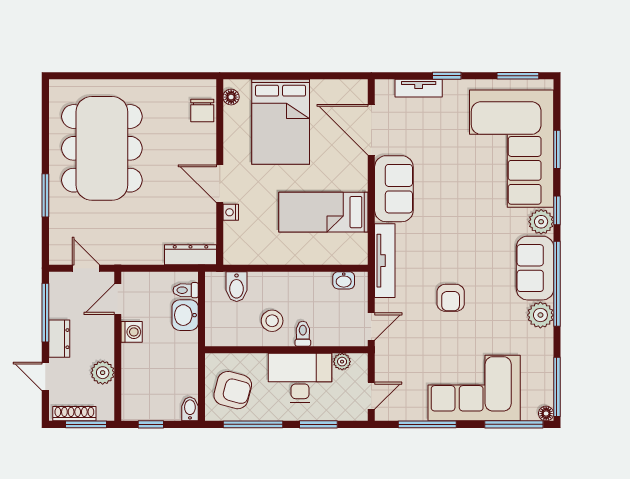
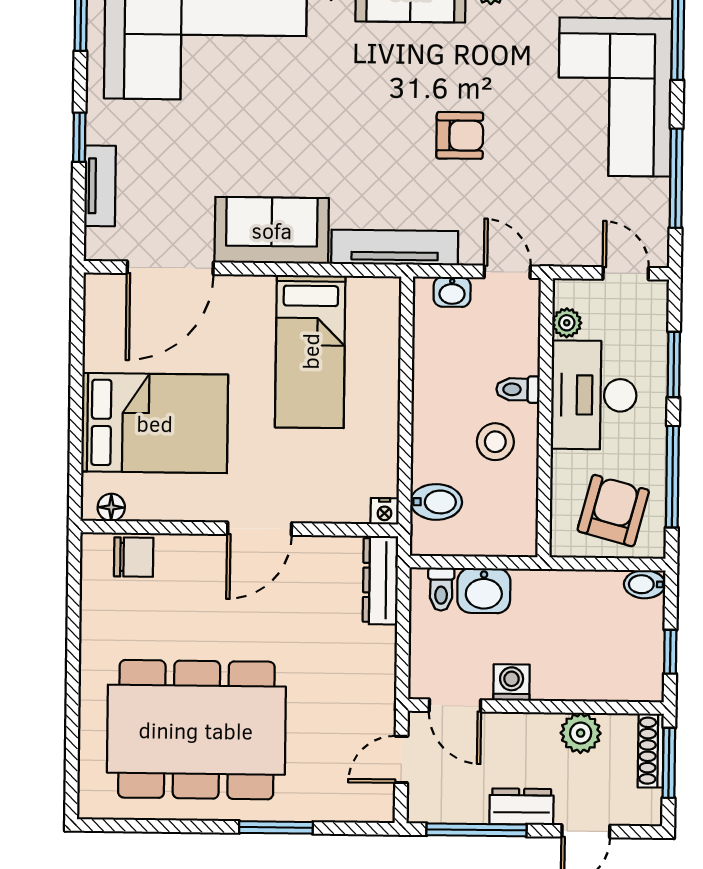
nightstand: (231, 212) -> (385, 511), moved
washbasin: (344, 280) -> (452, 292), moved, turned 90
shoe rack: (74, 414) -> (651, 751), moved

